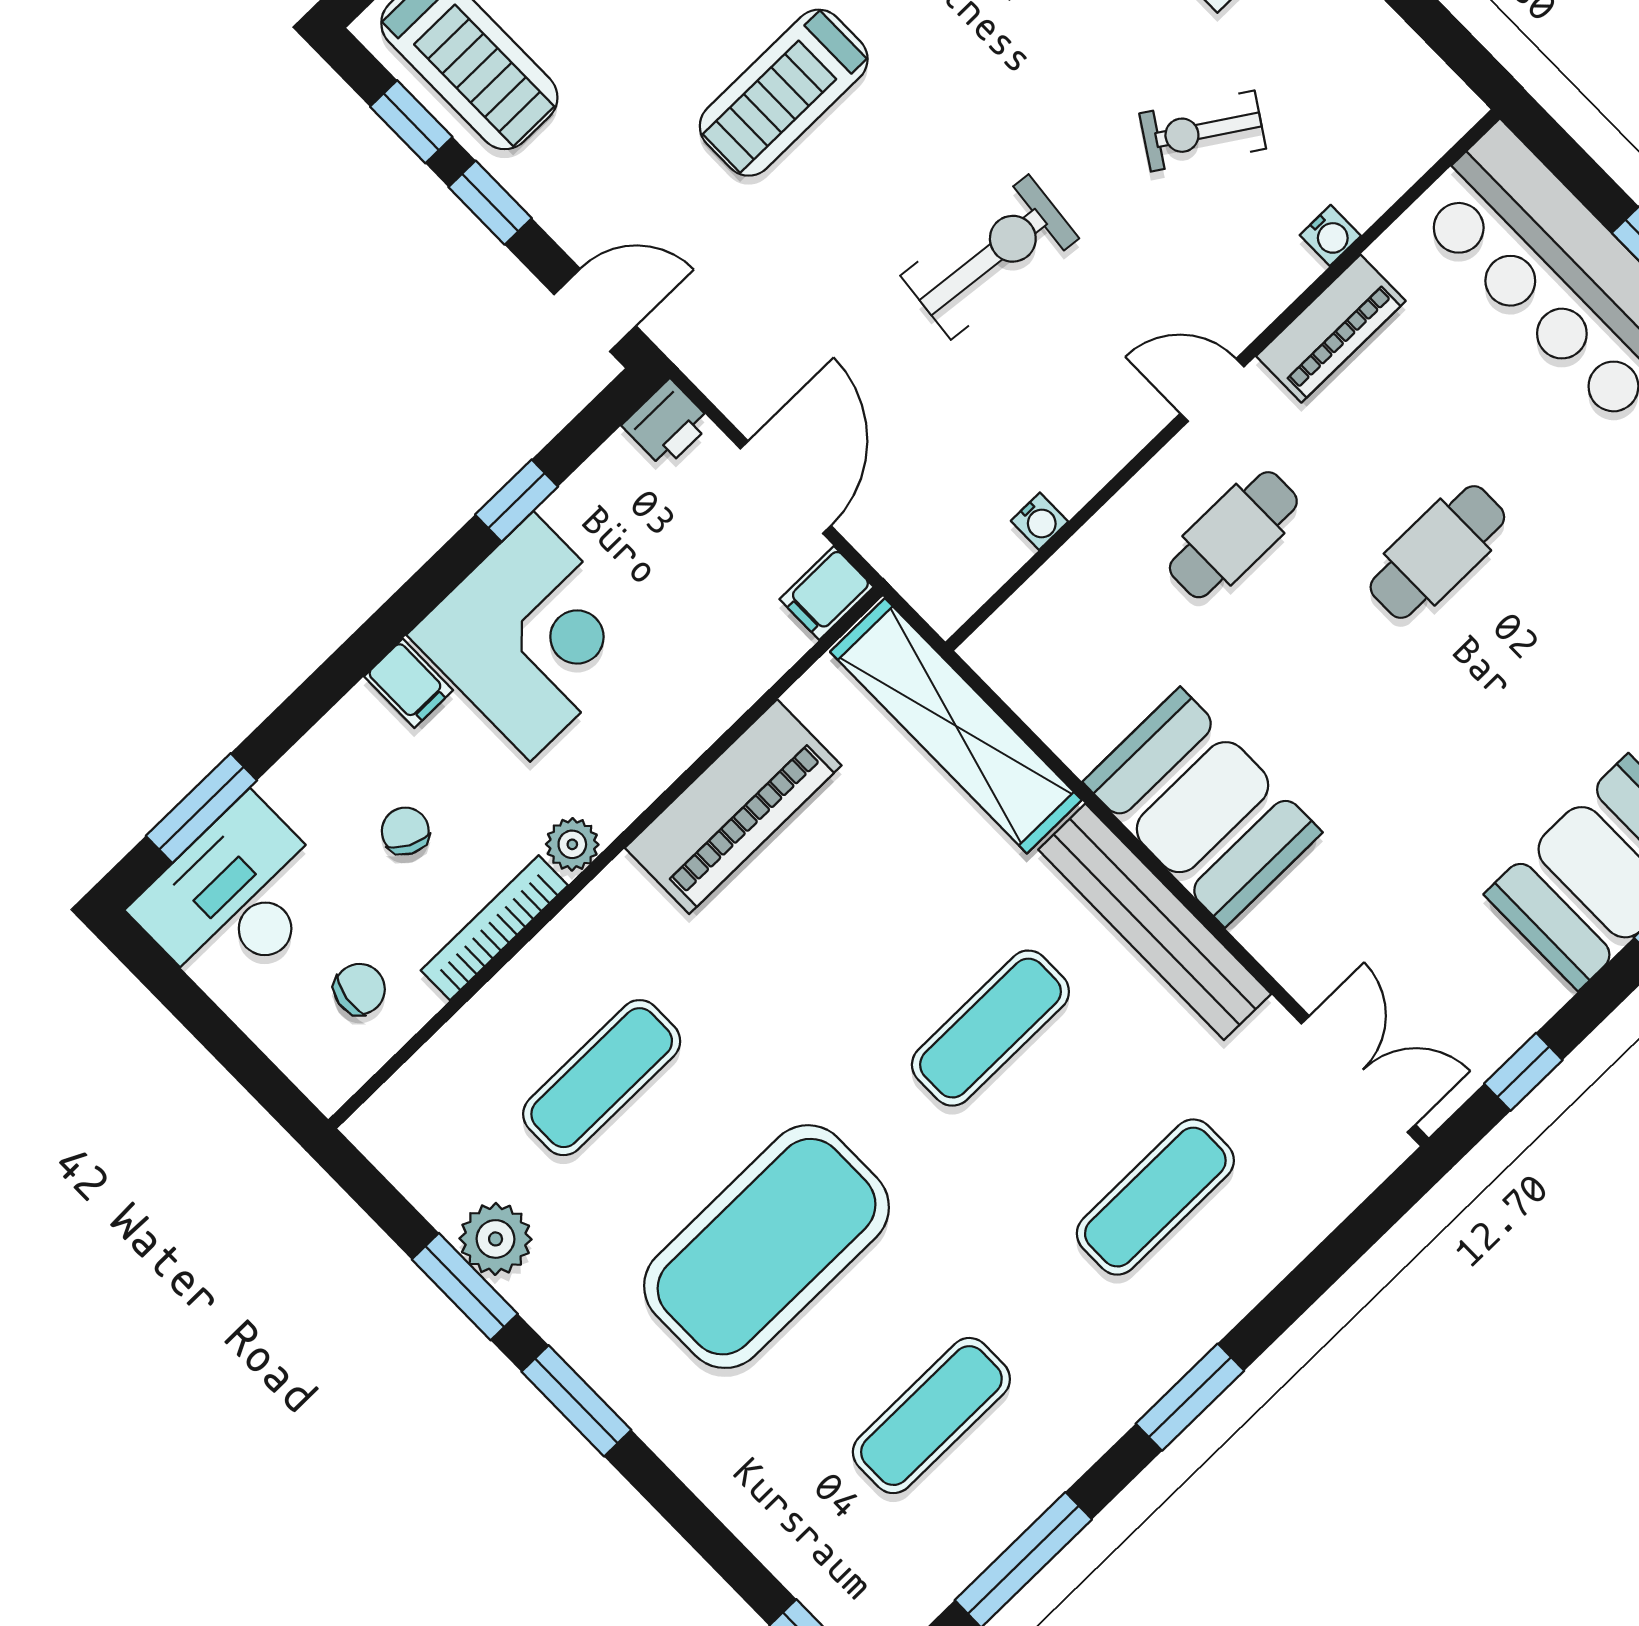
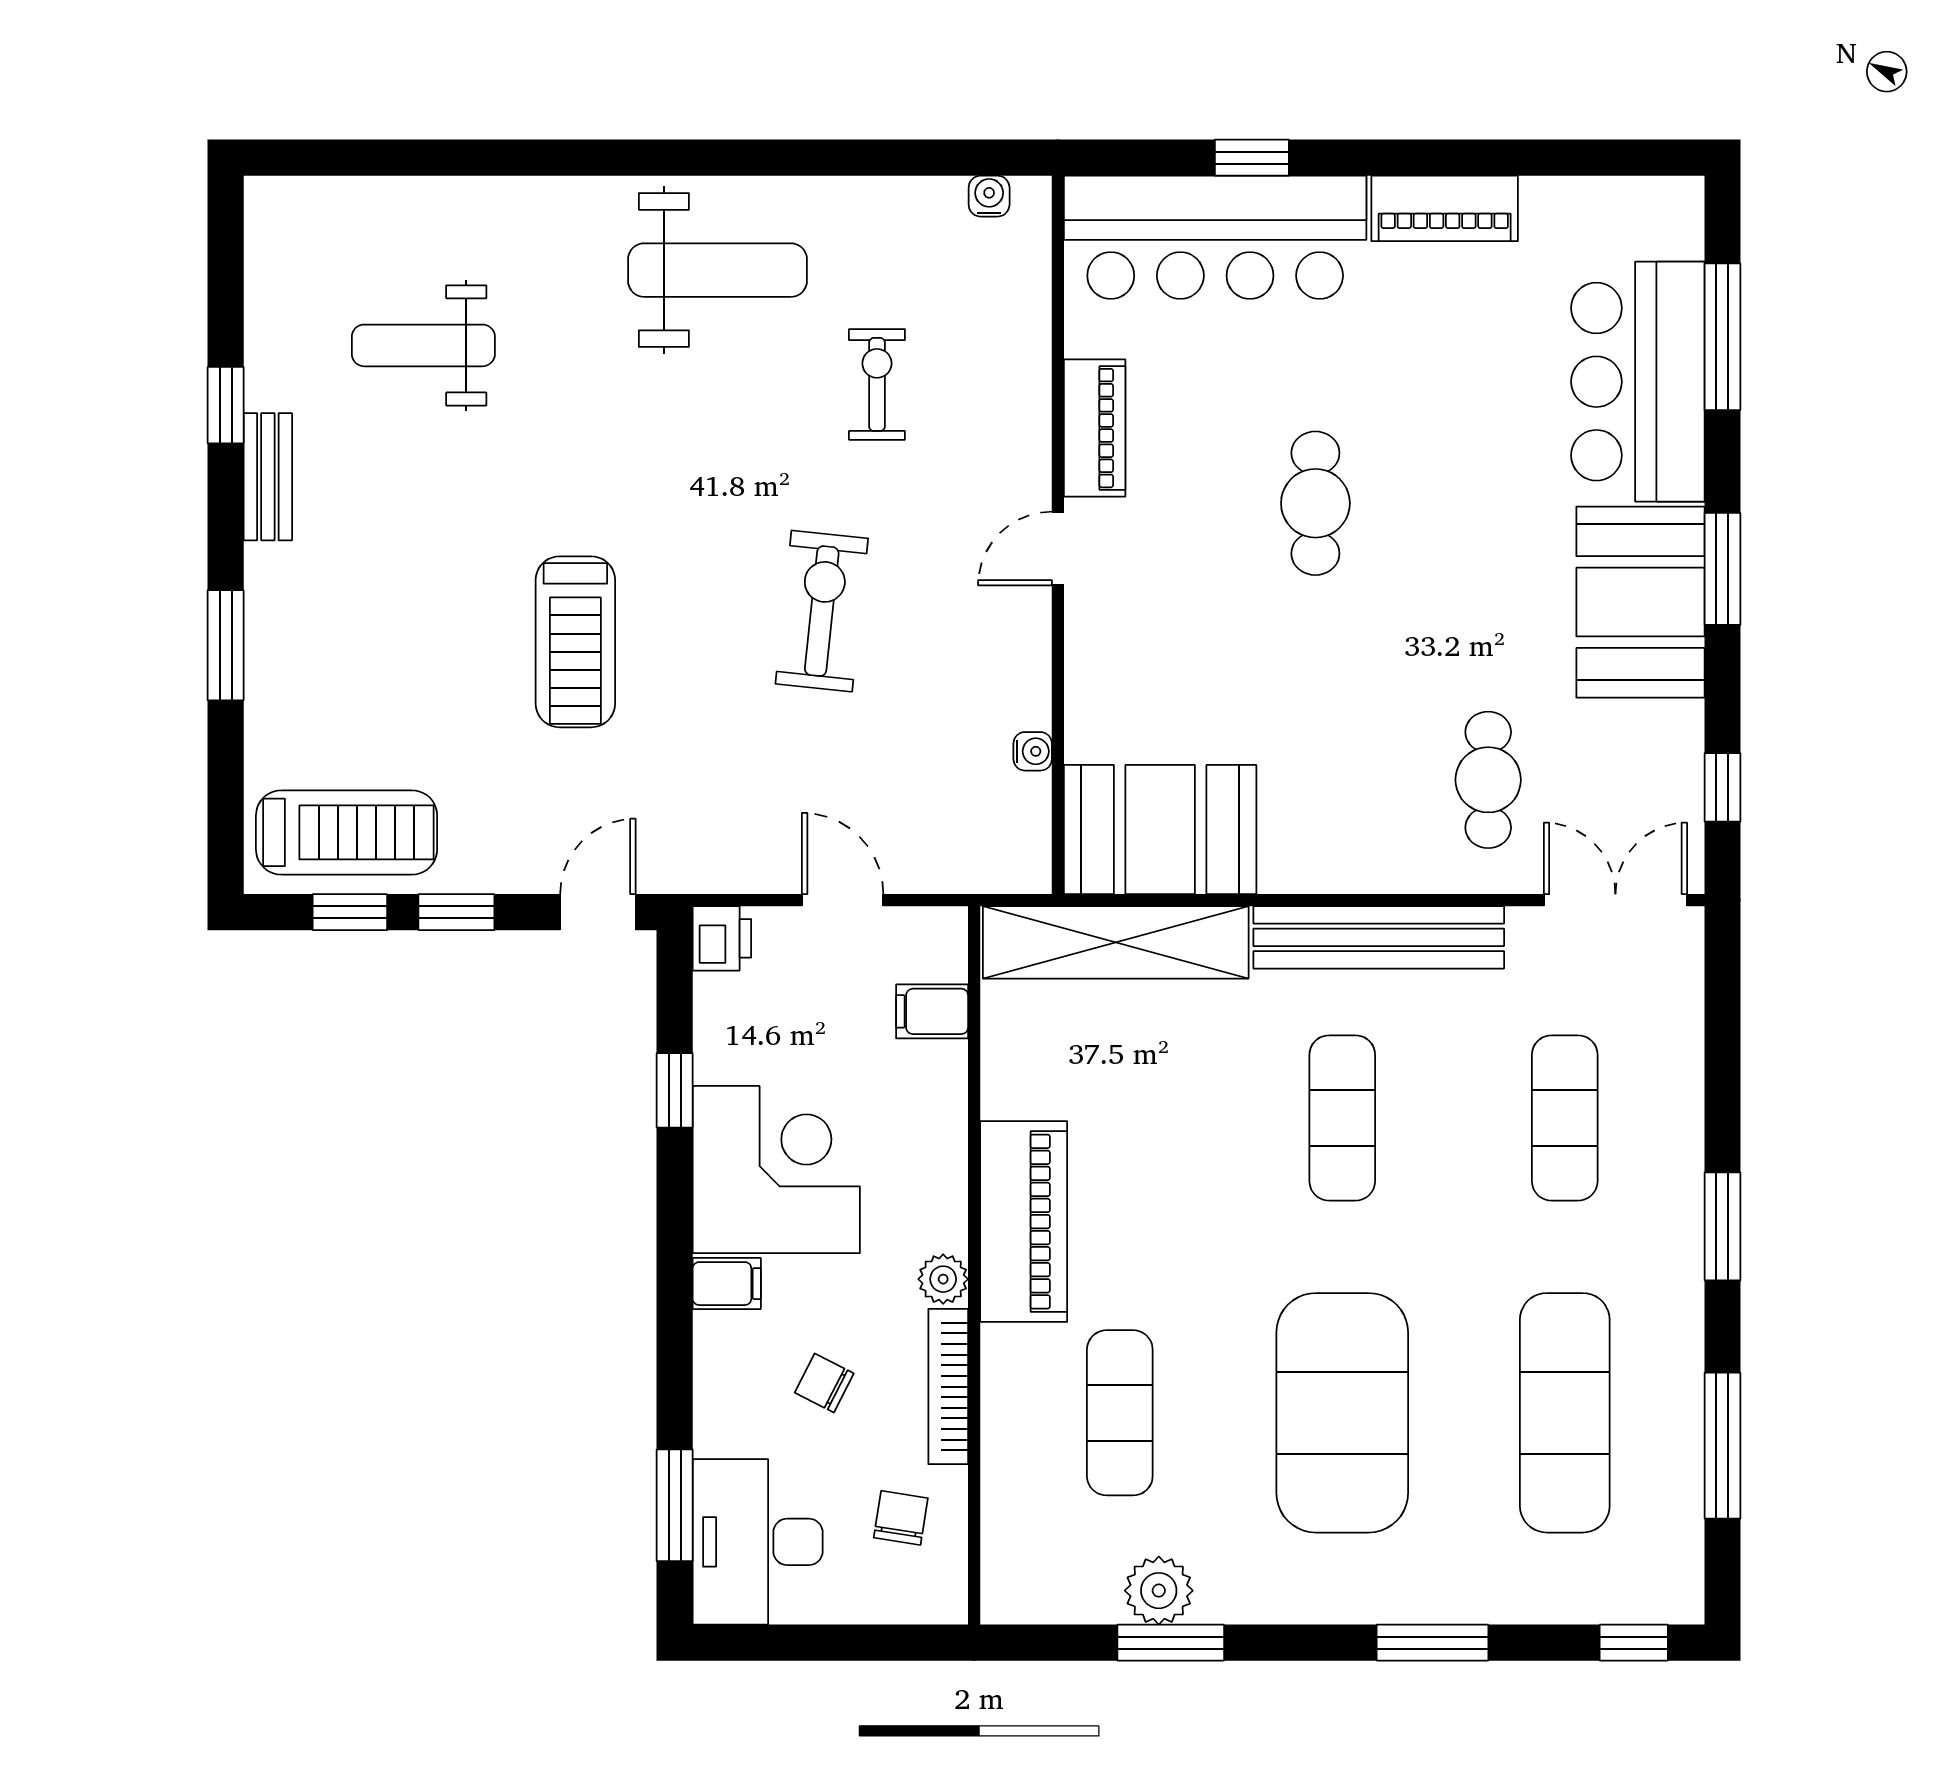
exercise bike: (1203, 131) -> (877, 384), turned 147
water cooler: (1330, 235) -> (989, 196), moved, turned -90
door: (786, 487) -> (843, 900), width x0.73
cafe table: (1233, 535) -> (1488, 780), moved
filing cabinet: (827, 593) -> (932, 1011), moved, turned 90
piano: (733, 807) -> (1024, 1222), moved
booth: (1203, 807) -> (1160, 830), moved
window: (576, 1401) -> (1432, 1643), moved
exercise mat: (931, 1416) -> (1565, 1413), width x1.36, depth x1.45

